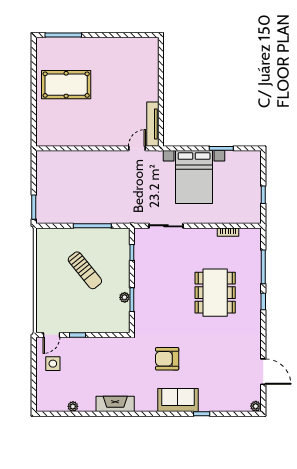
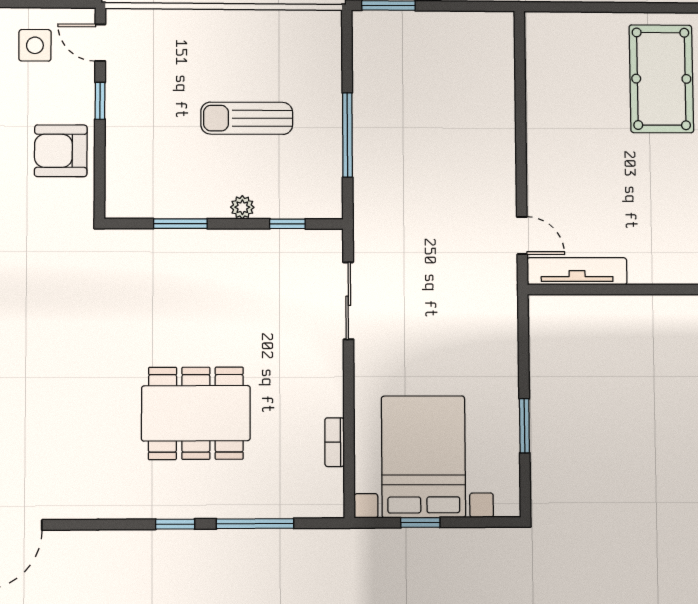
bed with nightstands: (194, 177) -> (423, 457), moved, turned 90
sun lounger: (85, 270) -> (247, 118), turned 39
plant: (125, 297) -> (242, 207), moved
armchair: (167, 359) -> (61, 151), moved, turned -90

